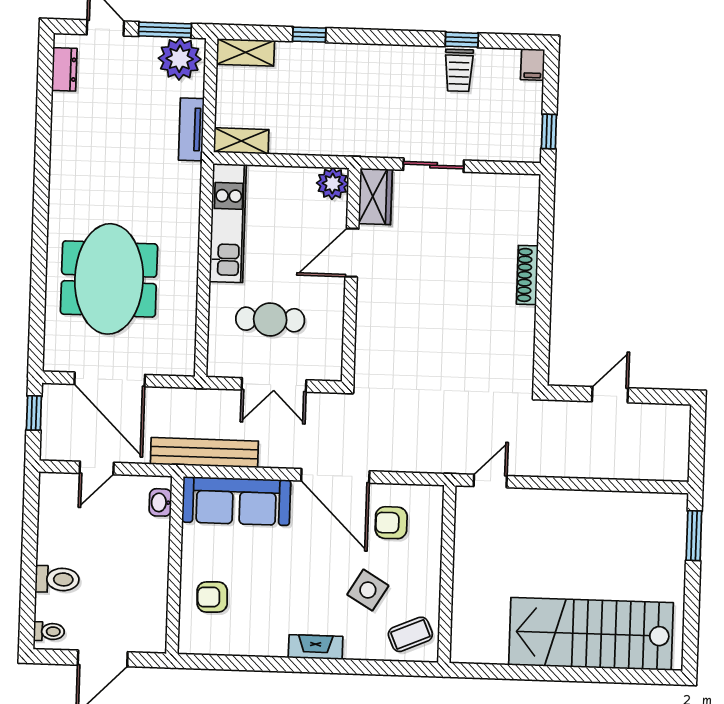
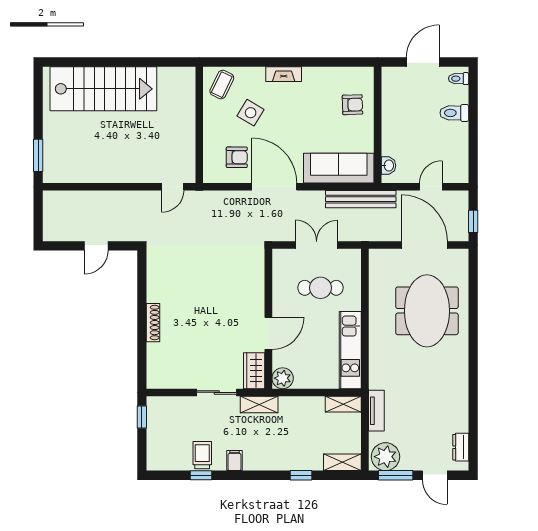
filing cabinet: (533, 64) -> (234, 461), moved
shelving: (370, 145) -> (259, 405), added
coffee table: (410, 634) -> (222, 85), turned -41

